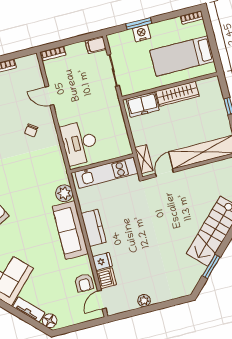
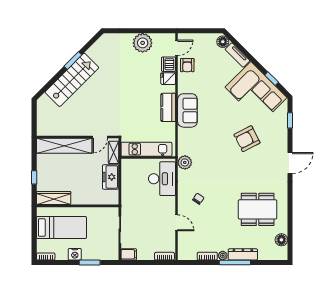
nightstand: (142, 33) -> (75, 254), moved
wardrobe: (178, 94) -> (54, 198), moved
freezer: (143, 105) -> (111, 177), moved, turned -90
plant: (64, 193) -> (185, 162), moved
sofa: (70, 230) -> (187, 110), width x0.73
window: (211, 267) -> (73, 61), moved
armchair: (84, 283) -> (187, 65), turned 180
plant: (144, 301) -> (143, 43), width x1.88, depth x1.88

